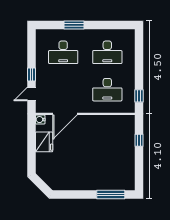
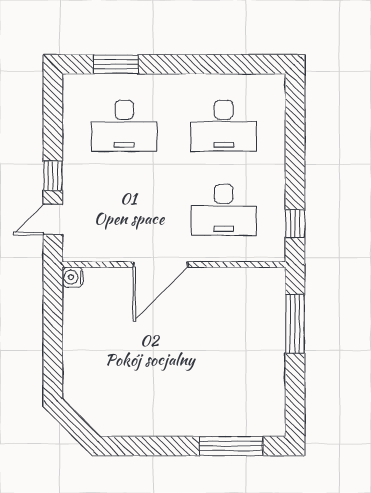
window: (74, 25) -> (116, 64), moved
door: (65, 114) -> (161, 264), moved
window: (139, 140) -> (295, 324), width x2.17
fridge: (44, 142) -> (81, 328), removed

